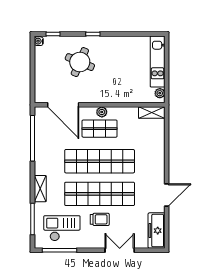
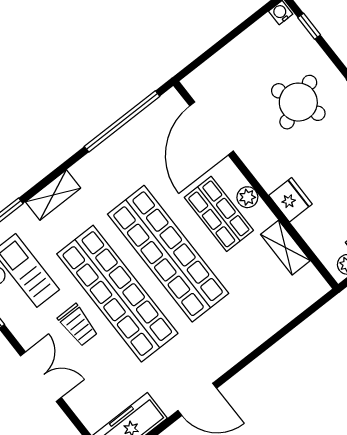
round table: (80, 62) -> (298, 102), turned 45
fridge: (116, 96) -> (290, 200), added
shelving: (152, 113) -> (285, 248), moved
double door: (120, 250) -> (41, 377), moved

